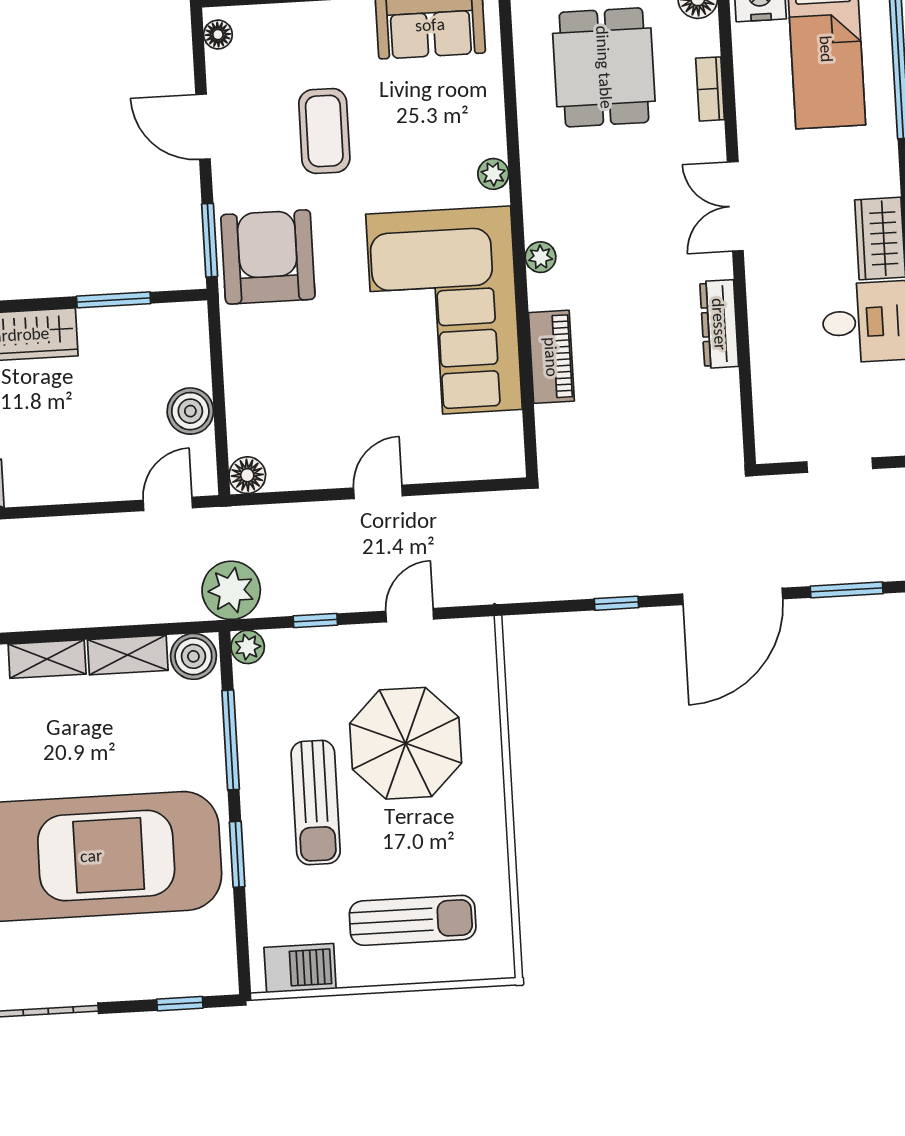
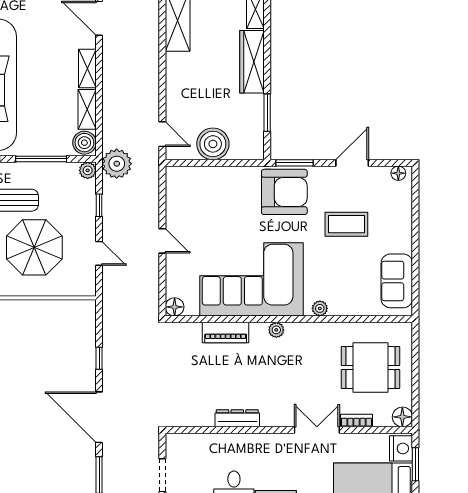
double door: (735, 206) -> (317, 430), moved
boiler: (190, 411) -> (213, 144), width x1.37, depth x1.37
floor lamp: (247, 475) -> (175, 307), moved

